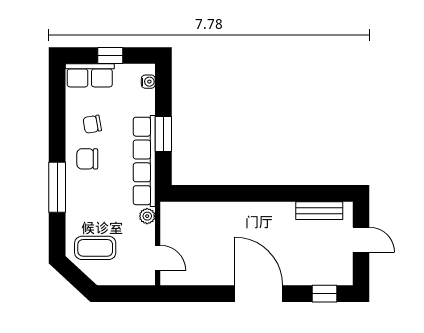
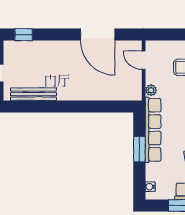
bench: (319, 211) -> (34, 94), width x1.36
door: (259, 294) -> (98, 35), moved

